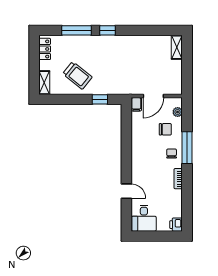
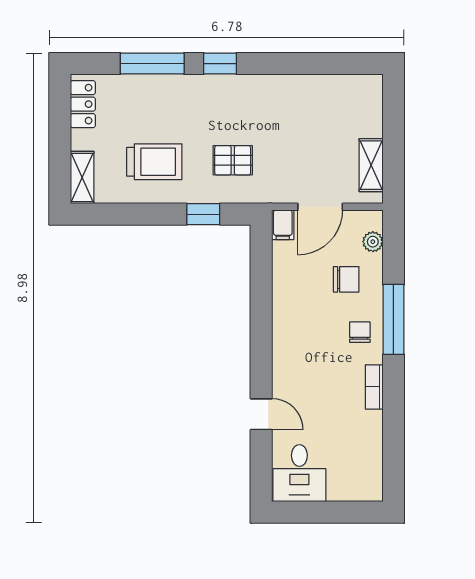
shelving: (177, 47) -> (371, 165), moved
trolley: (77, 75) -> (154, 162), turned -39
pallet: (113, 75) -> (233, 160), added
printer: (176, 225) -> (370, 487), removed

